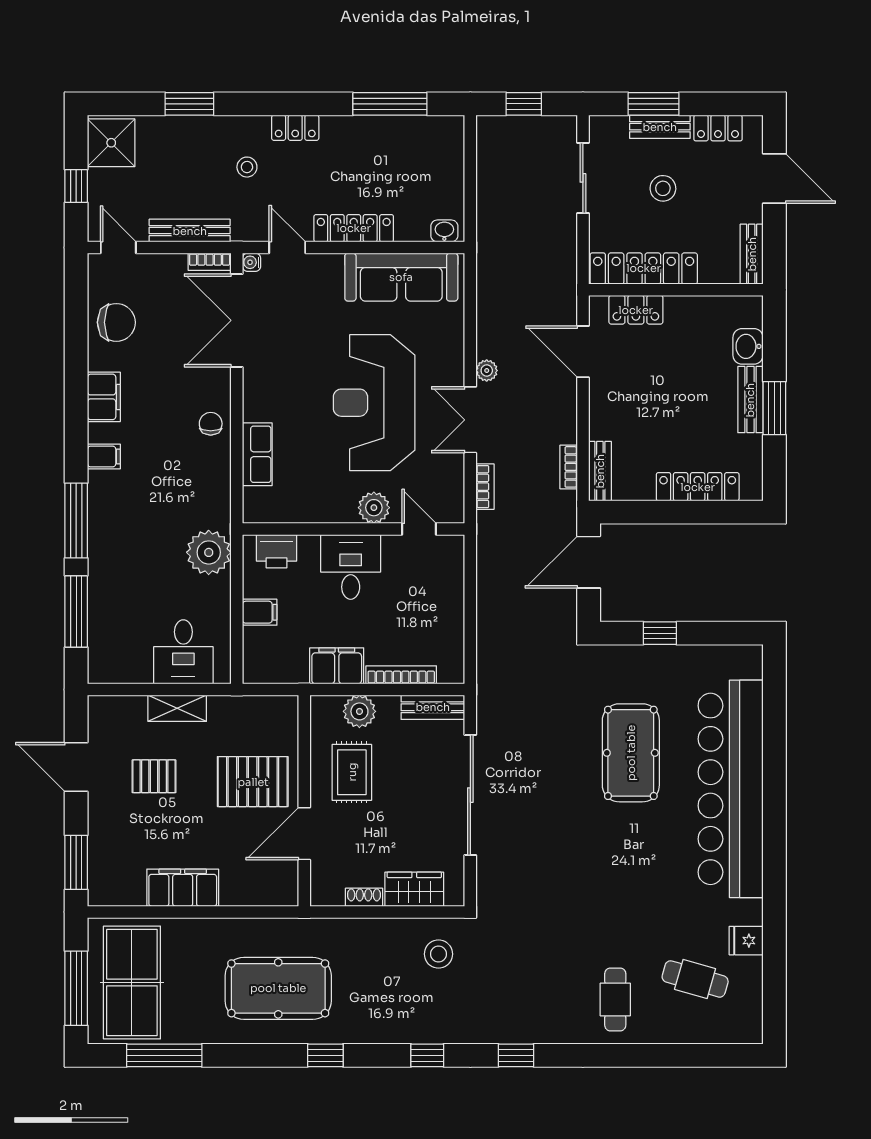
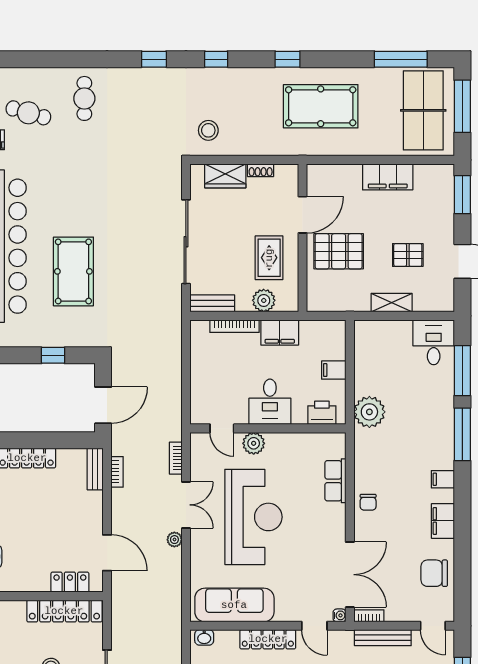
desk: (183, 652) -> (434, 342), moved

